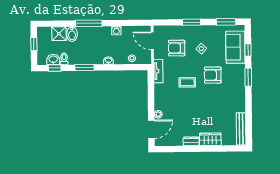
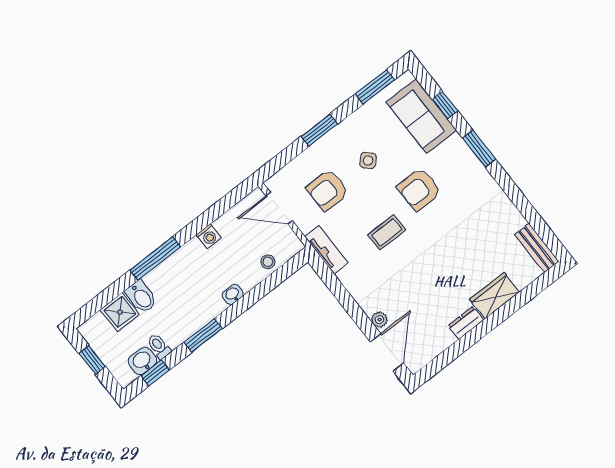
bench: (241, 129) -> (537, 248), width x0.73

